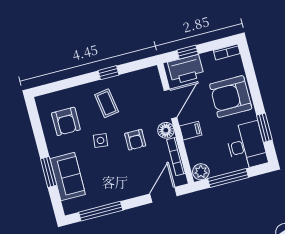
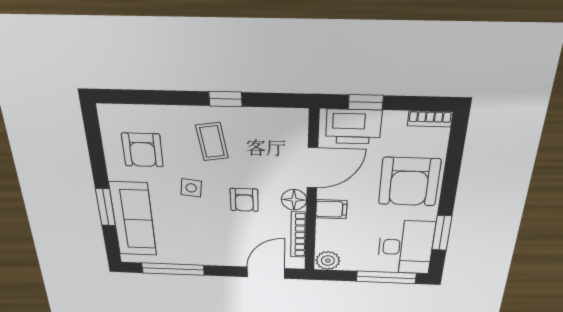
armchair: (231, 97) -> (409, 182), turned -90
sofa: (68, 177) -> (133, 219), width x1.36
window: (228, 178) -> (386, 277), moved

